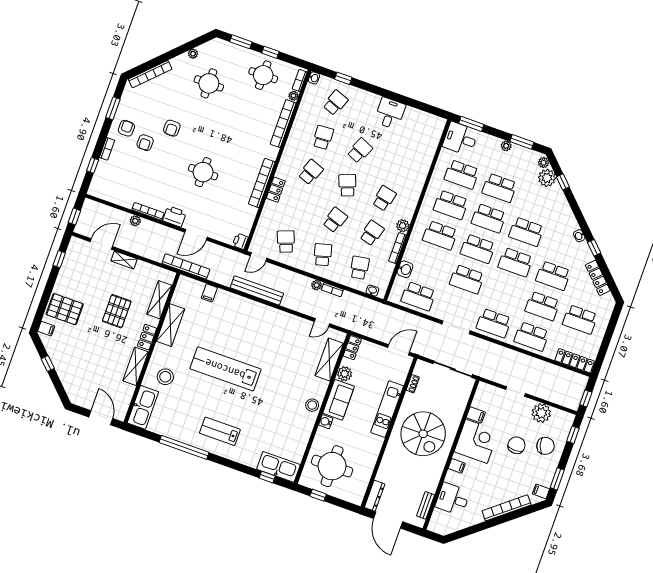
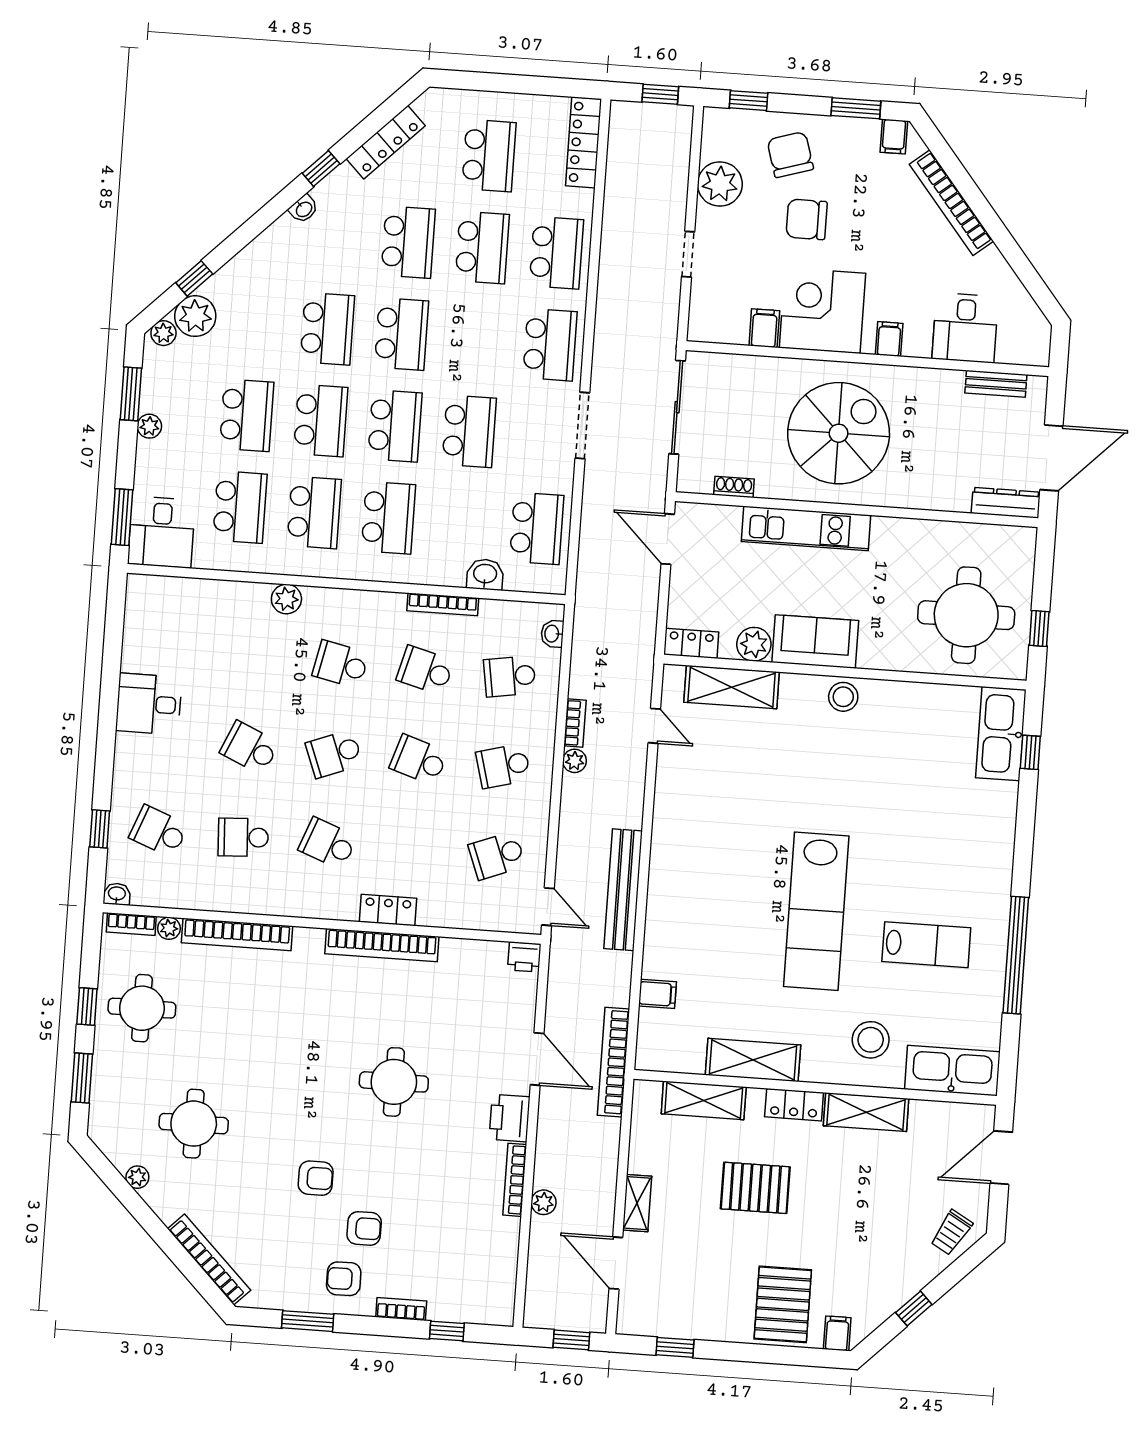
plant: (403, 226) -> (286, 599), moved
trolley: (75, 388) -> (951, 1232), added
water cooler: (326, 422) -> (872, 657), removed
lab bench: (220, 431) -> (926, 945), moved, turned -90

